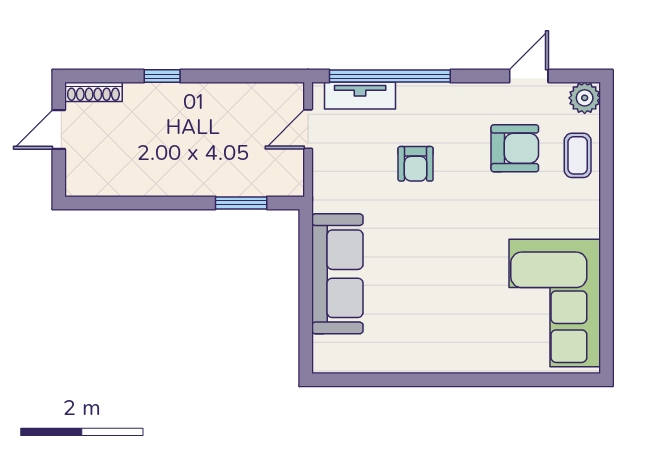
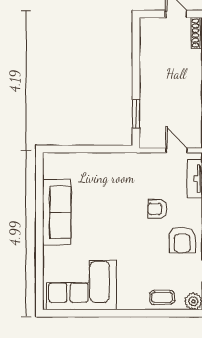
armchair: (515, 148) -> (182, 240), moved
sofa: (337, 274) -> (57, 212), moved, turned -90

